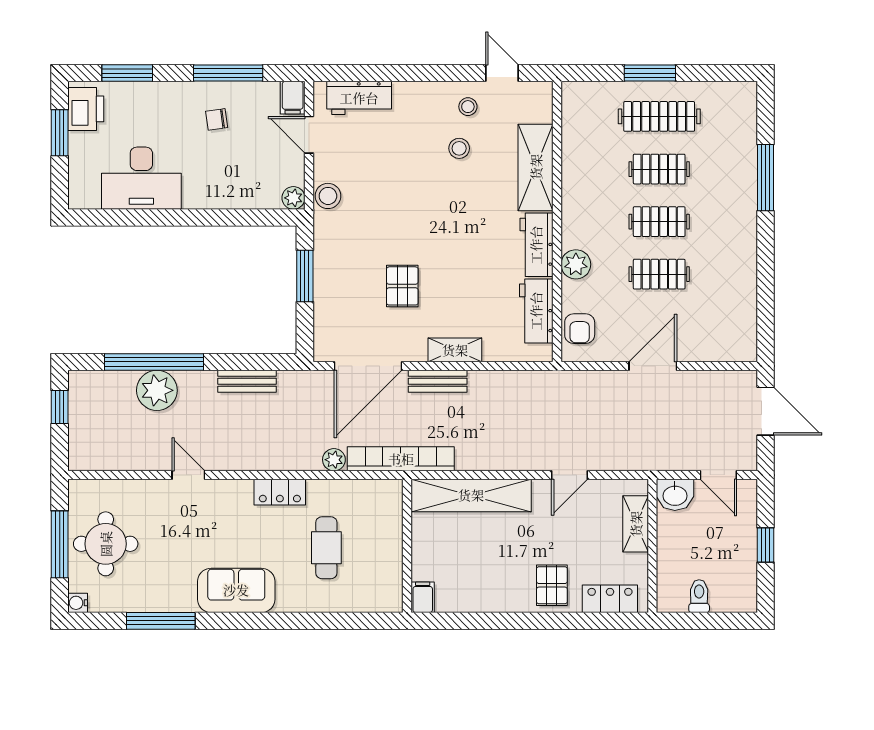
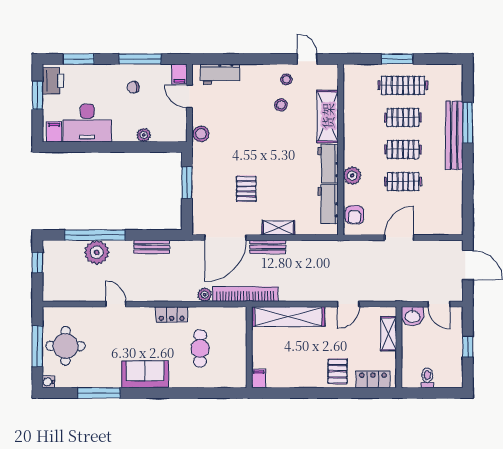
filing cabinet: (87, 193) -> (54, 132), added
plant: (293, 198) -> (144, 135), moved
bench: (743, 198) -> (454, 135), added

